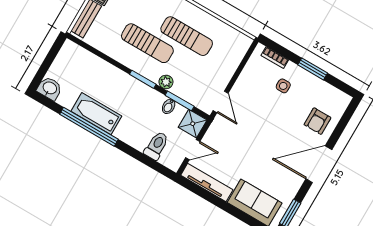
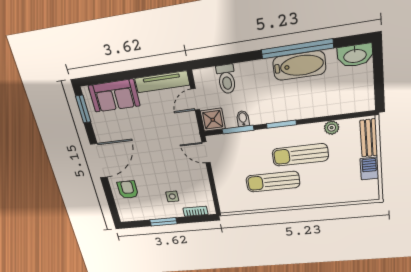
plant: (166, 82) -> (332, 128), moved
washbasin: (50, 88) -> (355, 55), width x1.38

